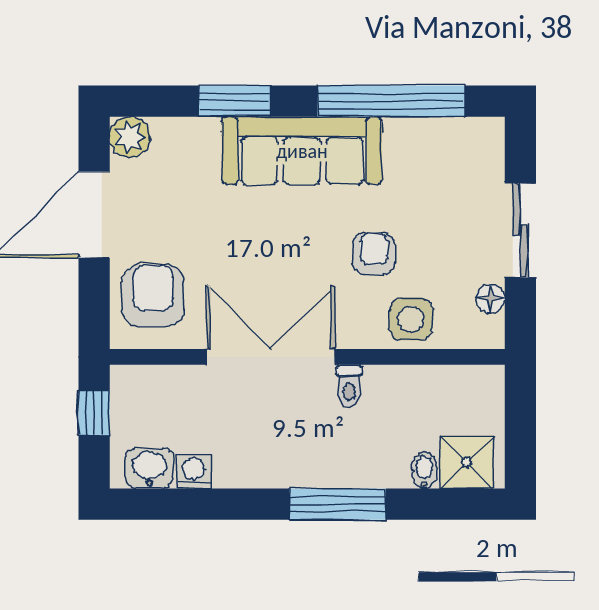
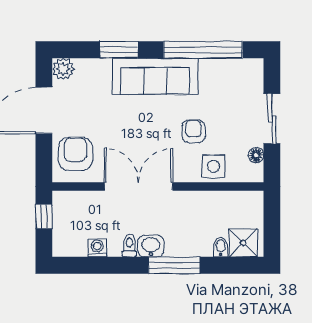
toilet: (349, 386) -> (129, 246), moved, turned 180
washbasin: (149, 468) -> (151, 246), moved

